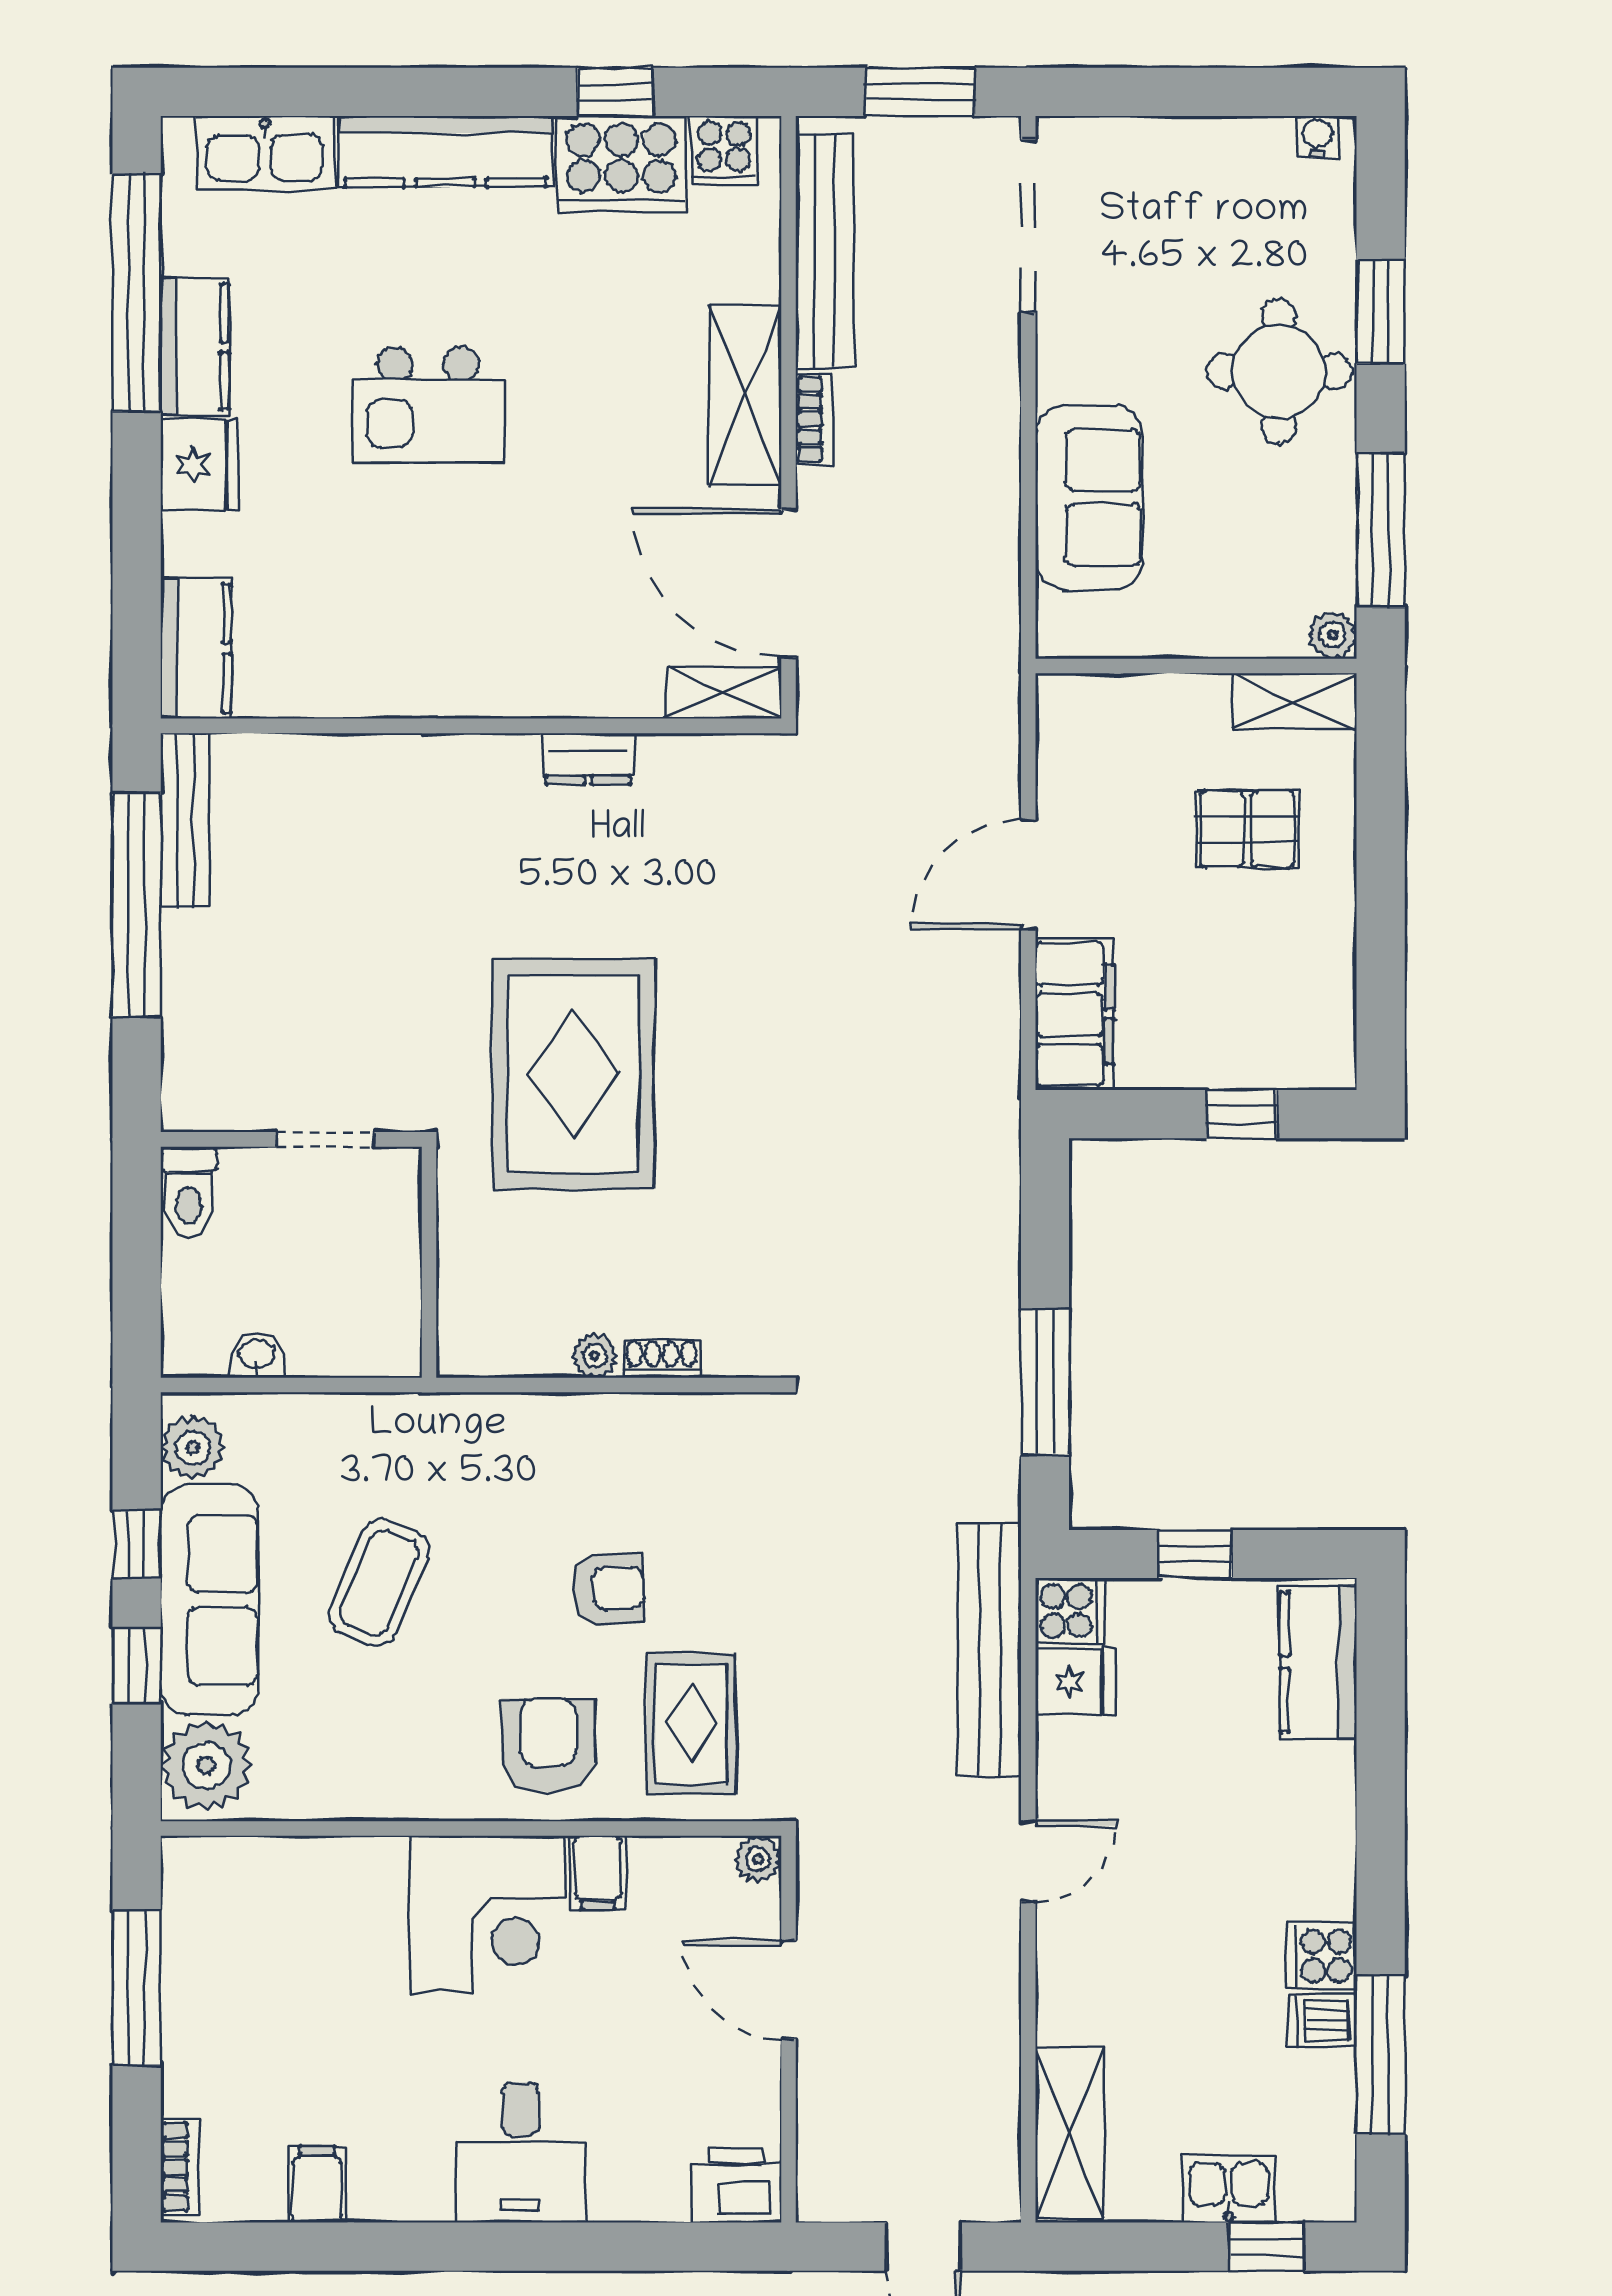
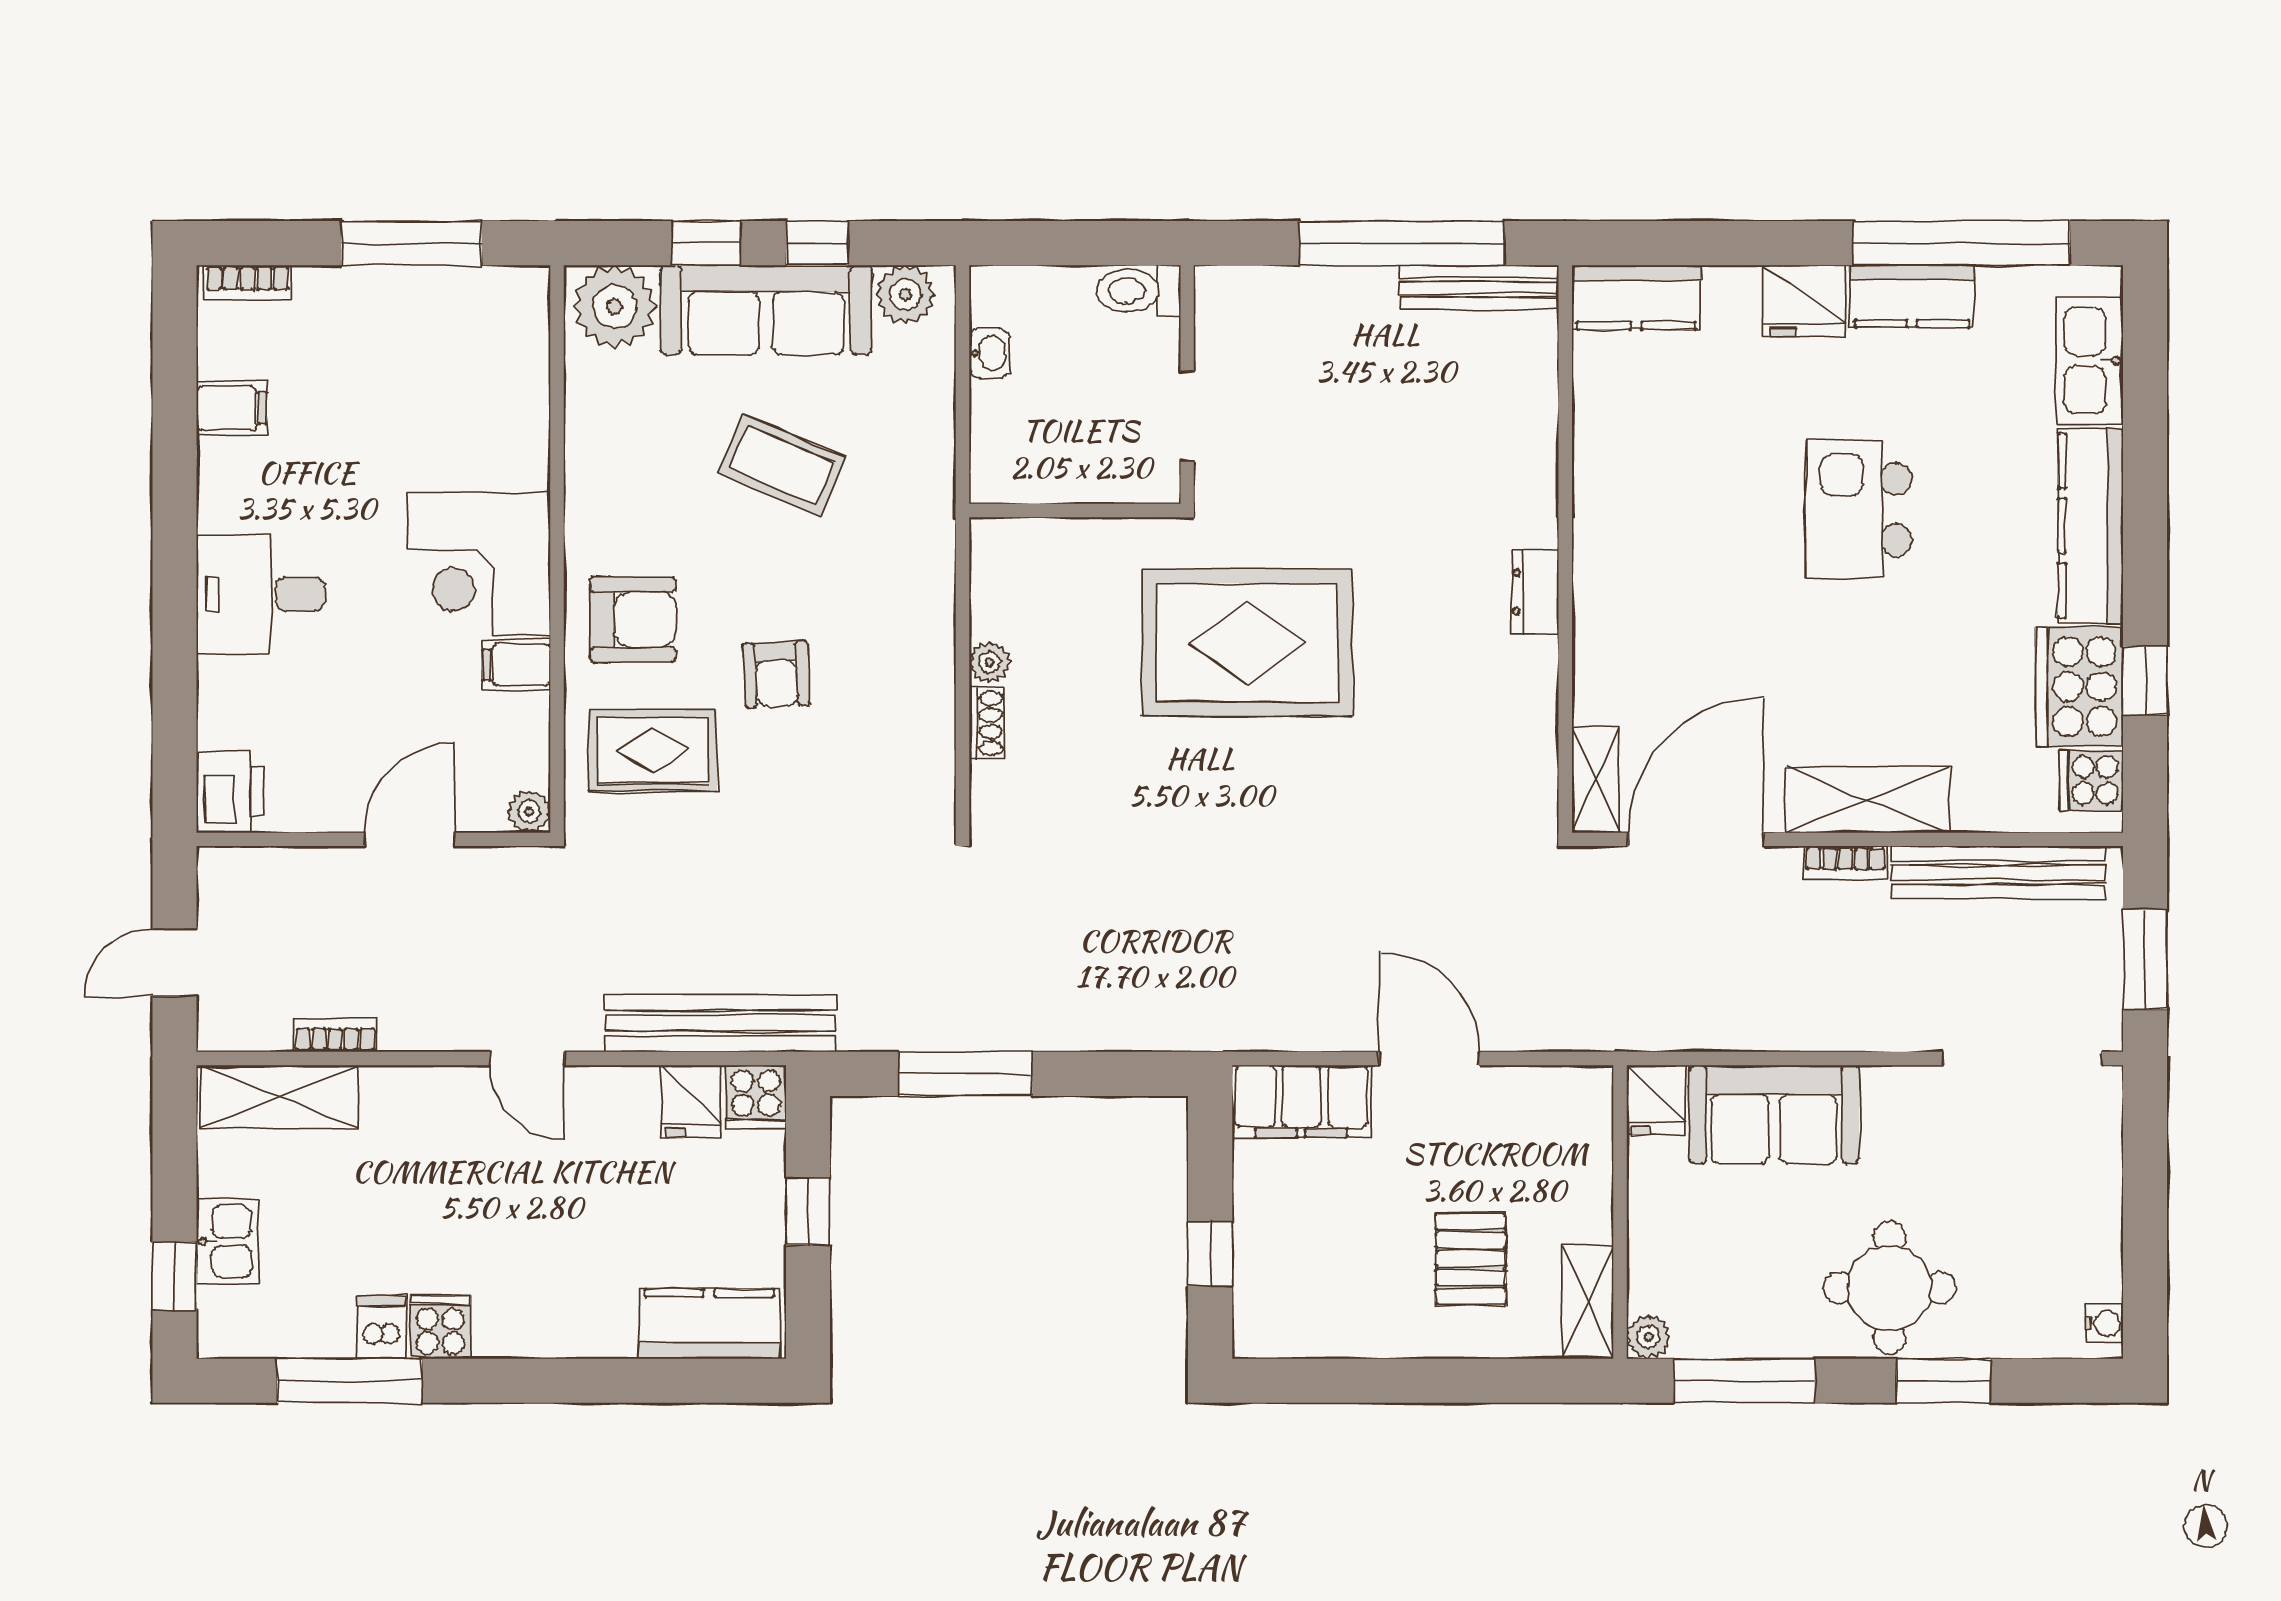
fridge: (1073, 627) -> (1656, 1100), added
dresser: (588, 759) -> (1535, 592), moved
bookcase: (1003, 2071) -> (335, 1035), added

